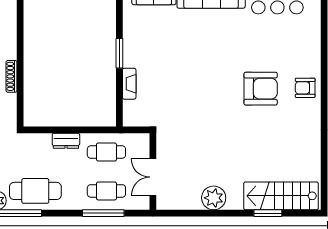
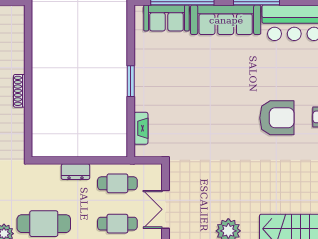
shoe rack: (12, 76) -> (19, 91), moved
fireplace: (129, 84) -> (141, 128), moved

